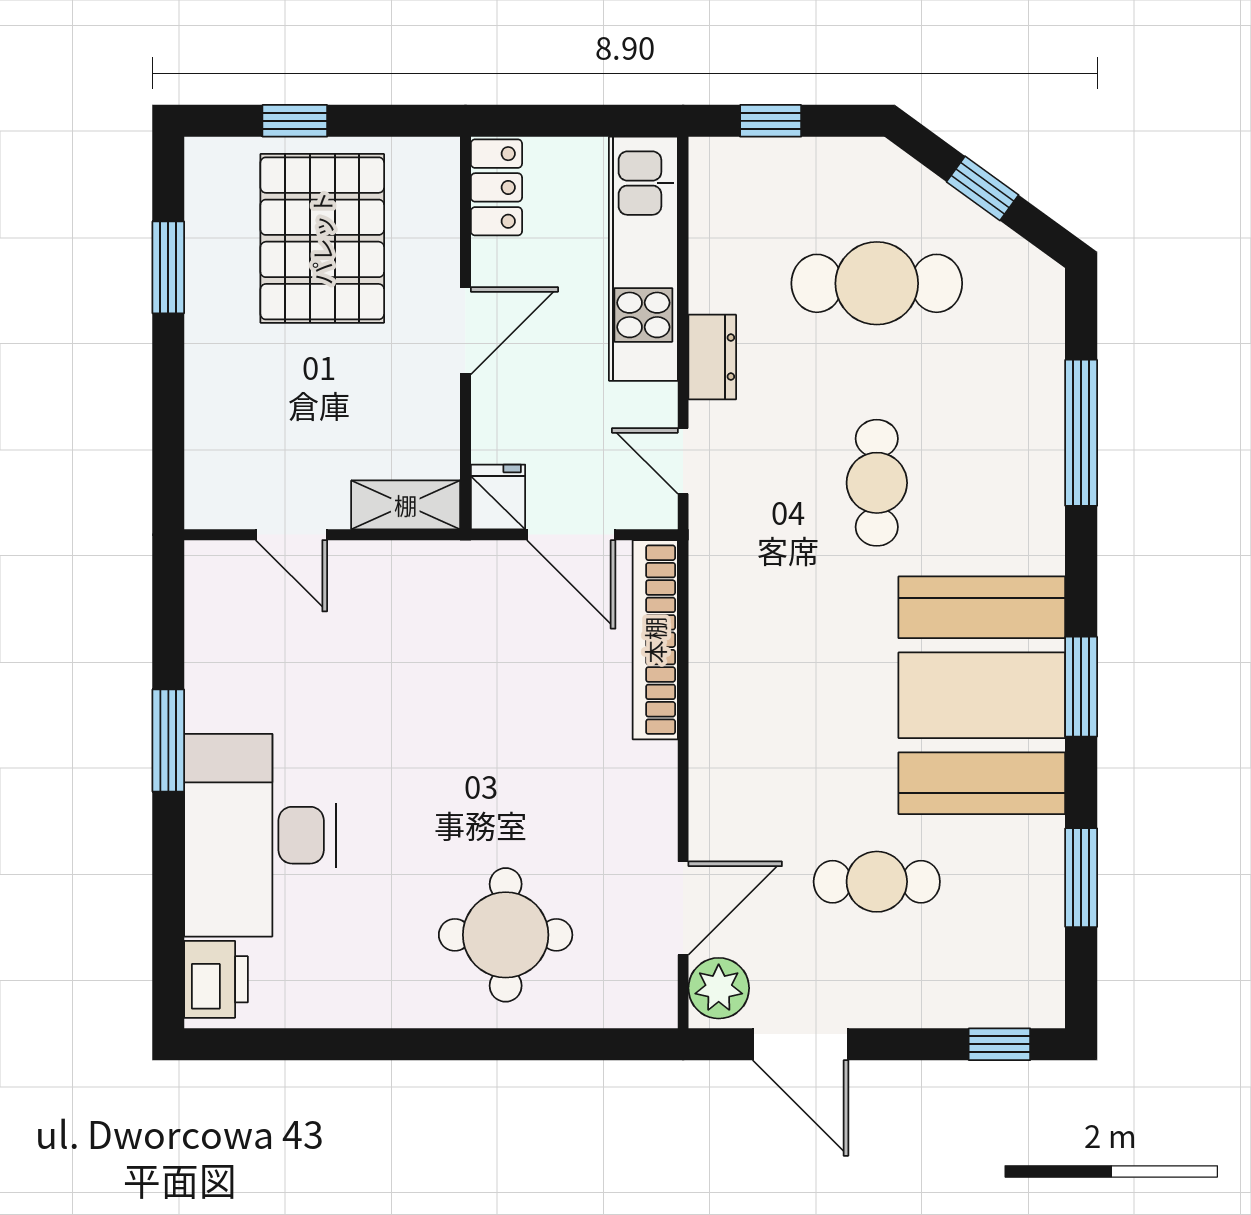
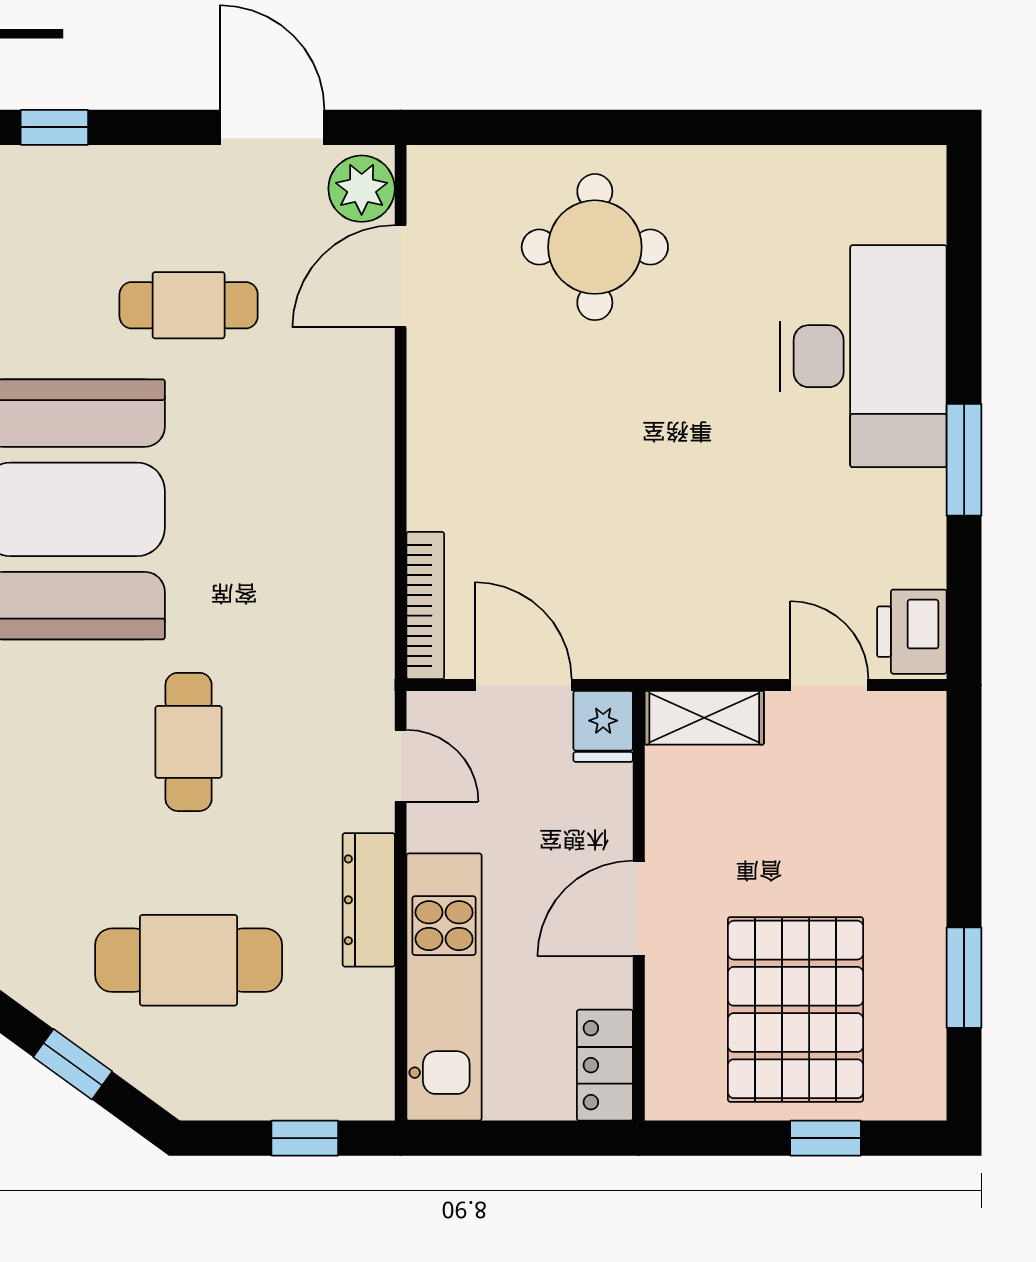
dresser: (712, 357) -> (369, 900), width x1.44
bookcase: (655, 640) -> (425, 606), width x0.68, depth x0.76
printer: (216, 979) -> (912, 632), moved

